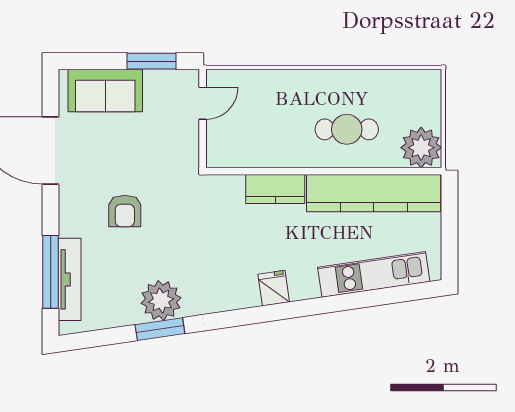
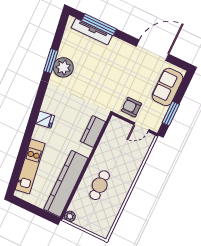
door: (203, 103) -> (141, 127), hinge flipped
plant: (421, 148) -> (70, 216), width x0.53, depth x0.53
kitchen counter: (275, 189) -> (93, 132), moved
armchair: (125, 211) -> (131, 107), moved

